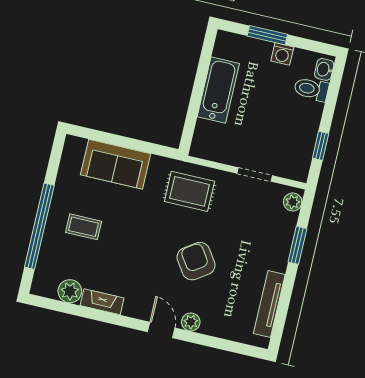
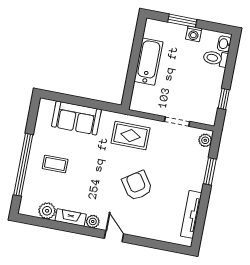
plant: (191, 322) -> (93, 221), moved

